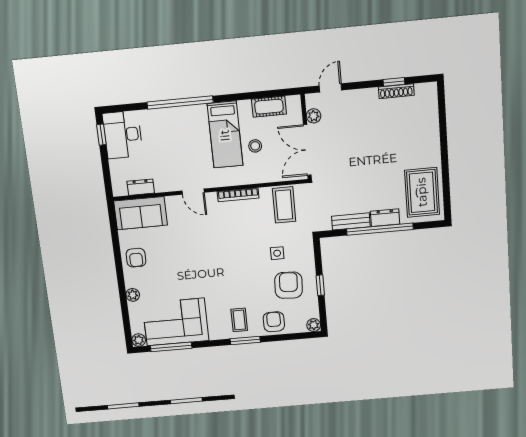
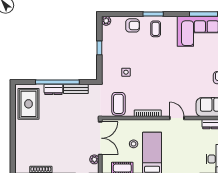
armchair: (289, 285) -> (120, 50), removed
armchair: (274, 322) -> (133, 25), turned -90

